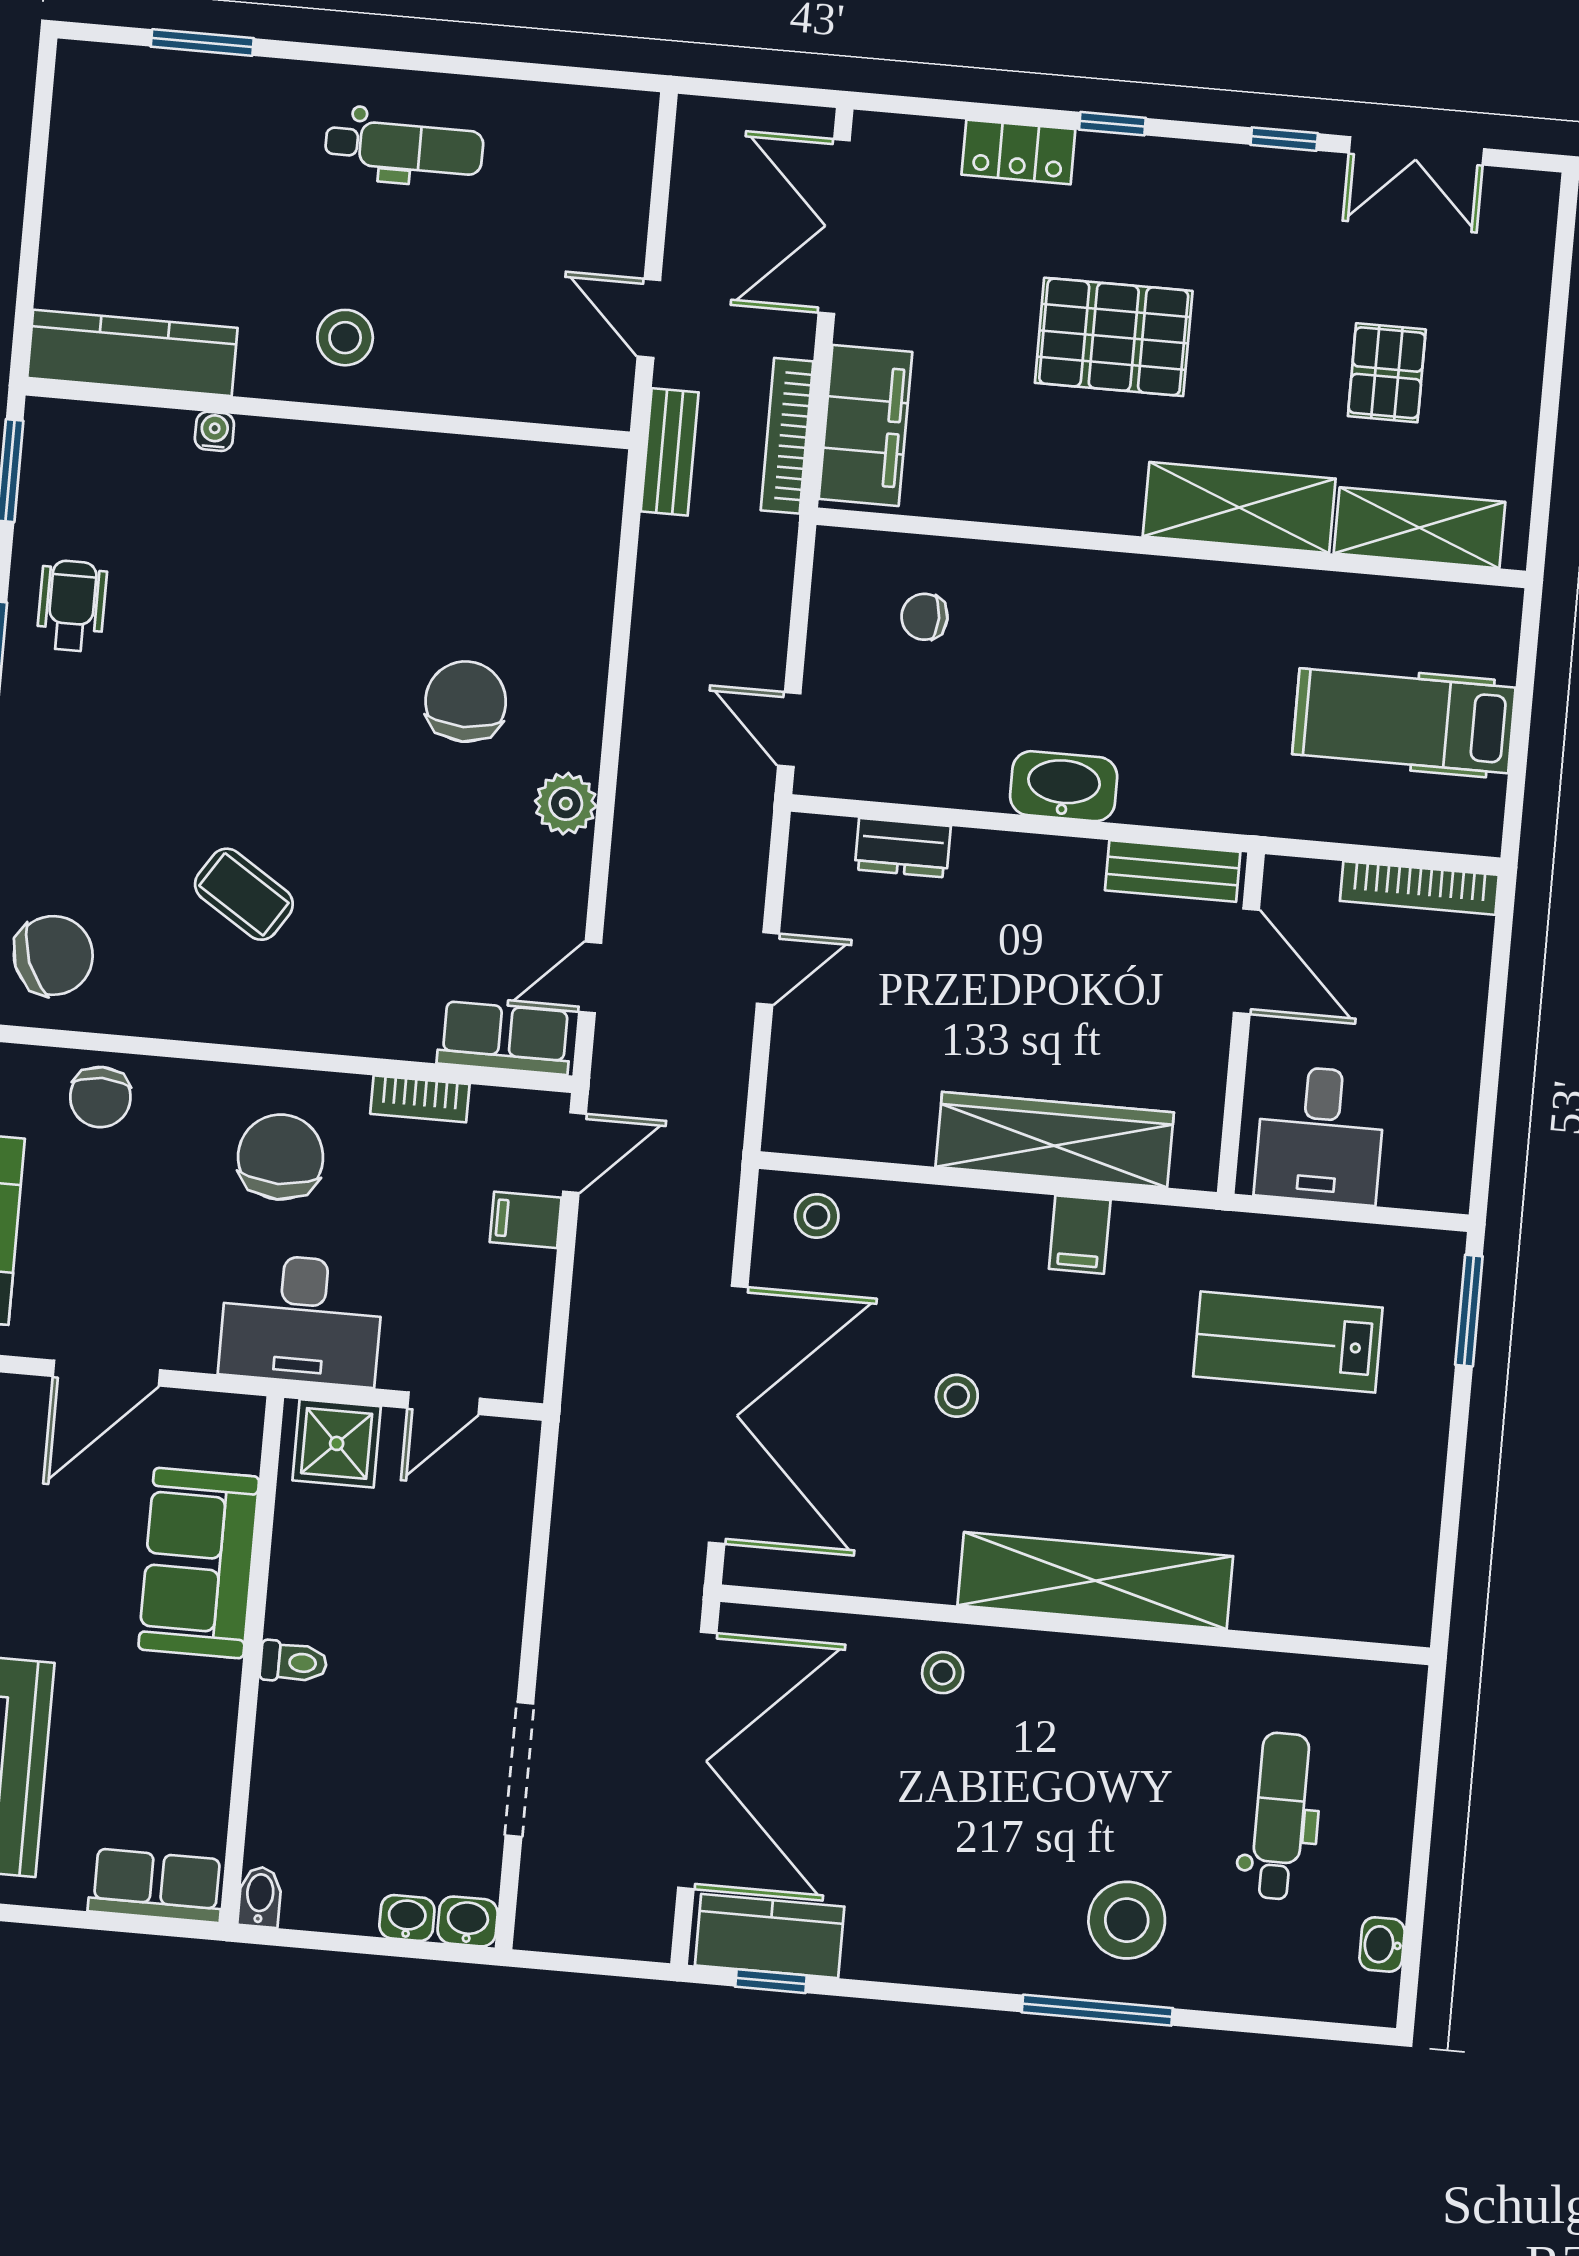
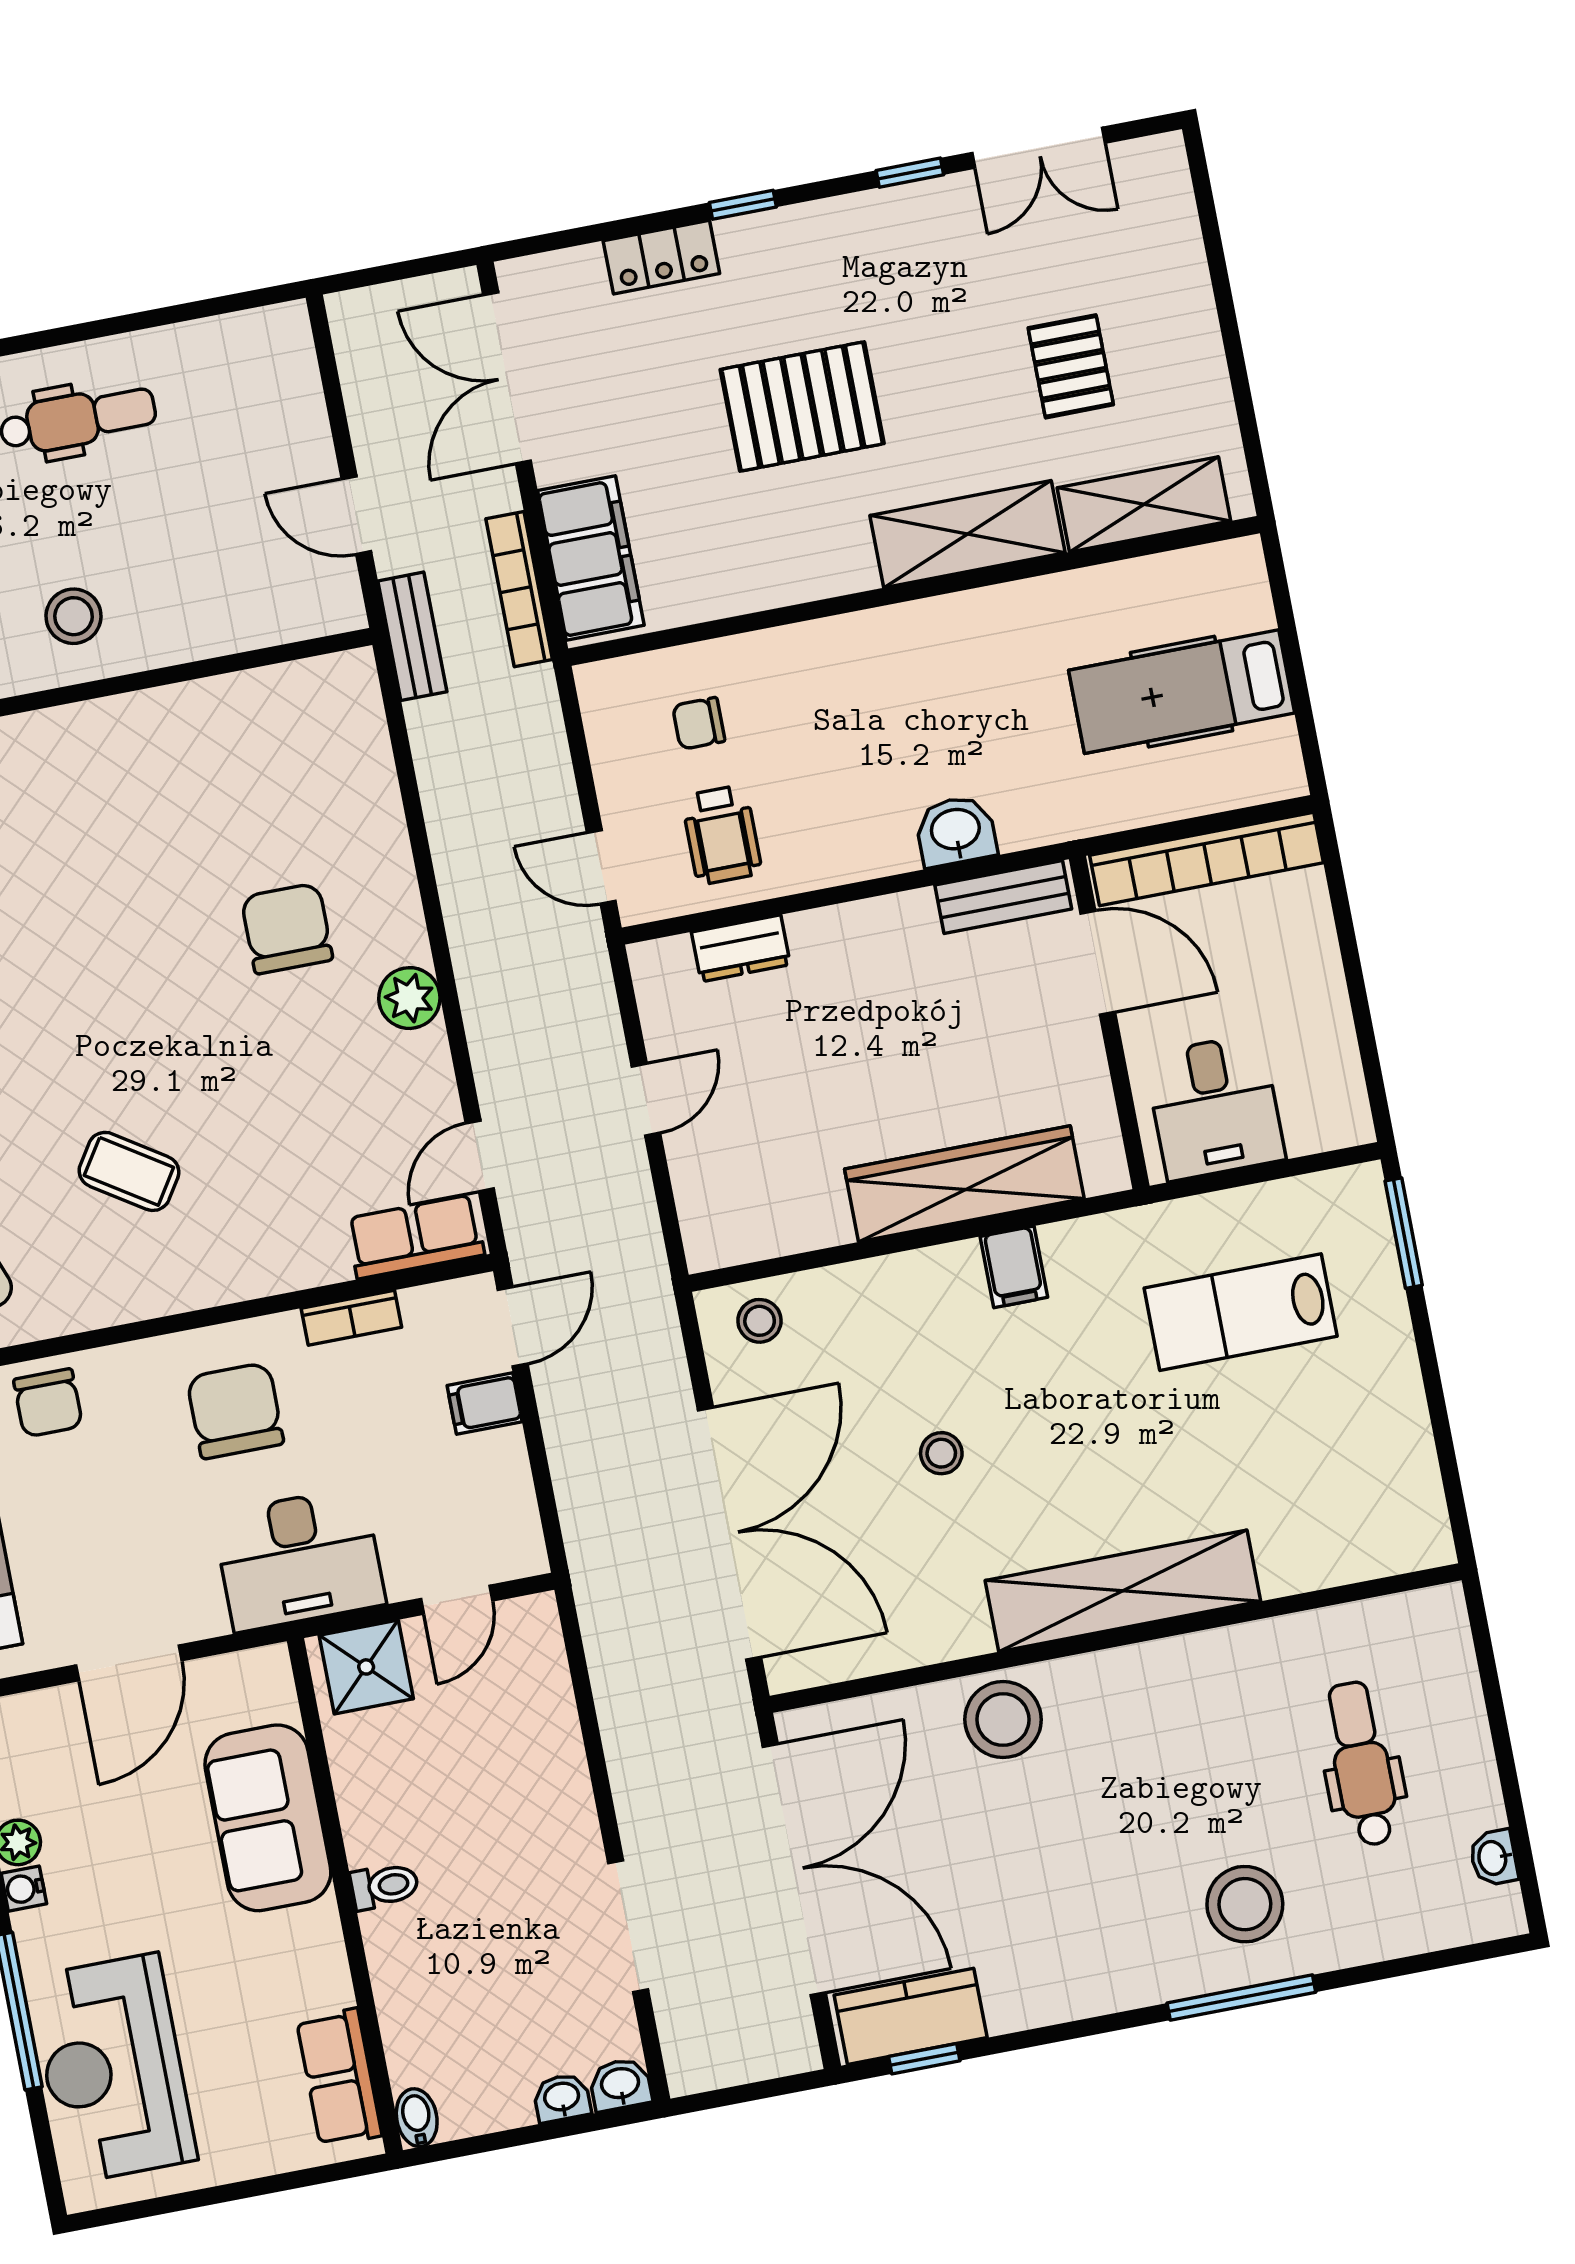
wheelchair: (916, 732) -> (722, 835), added
washbasin: (1064, 786) -> (956, 831), moved, width x0.72
bookcase: (1419, 888) -> (1207, 859), width x1.48, depth x1.31
stool: (943, 1673) -> (1003, 1720), width x1.89, depth x1.89
row of seats: (156, 1886) -> (339, 2078), moved, turned -90

